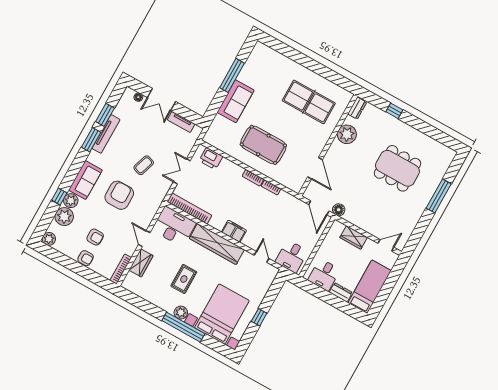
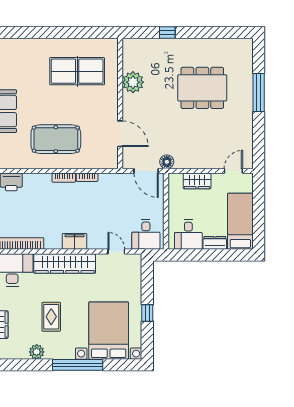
dresser: (357, 108) -> (129, 50), removed
plant: (181, 313) -> (37, 352), moved

